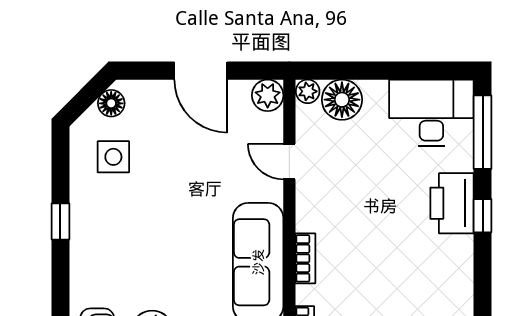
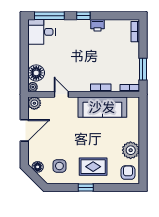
desk: (431, 113) -> (41, 32), width x0.73
door: (289, 162) -> (61, 94), swing flipped
printer: (452, 203) -> (98, 25), moved, width x0.53, depth x0.68
rug: (112, 240) -> (93, 167), added

